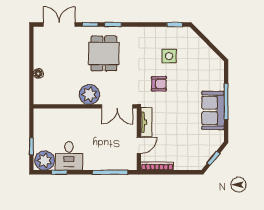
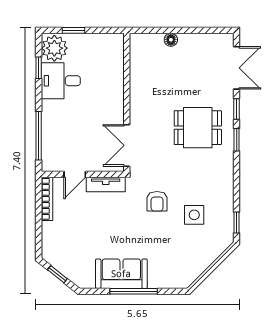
plant: (89, 94) -> (143, 108), removed
door: (139, 145) -> (75, 174), hinge flipped

